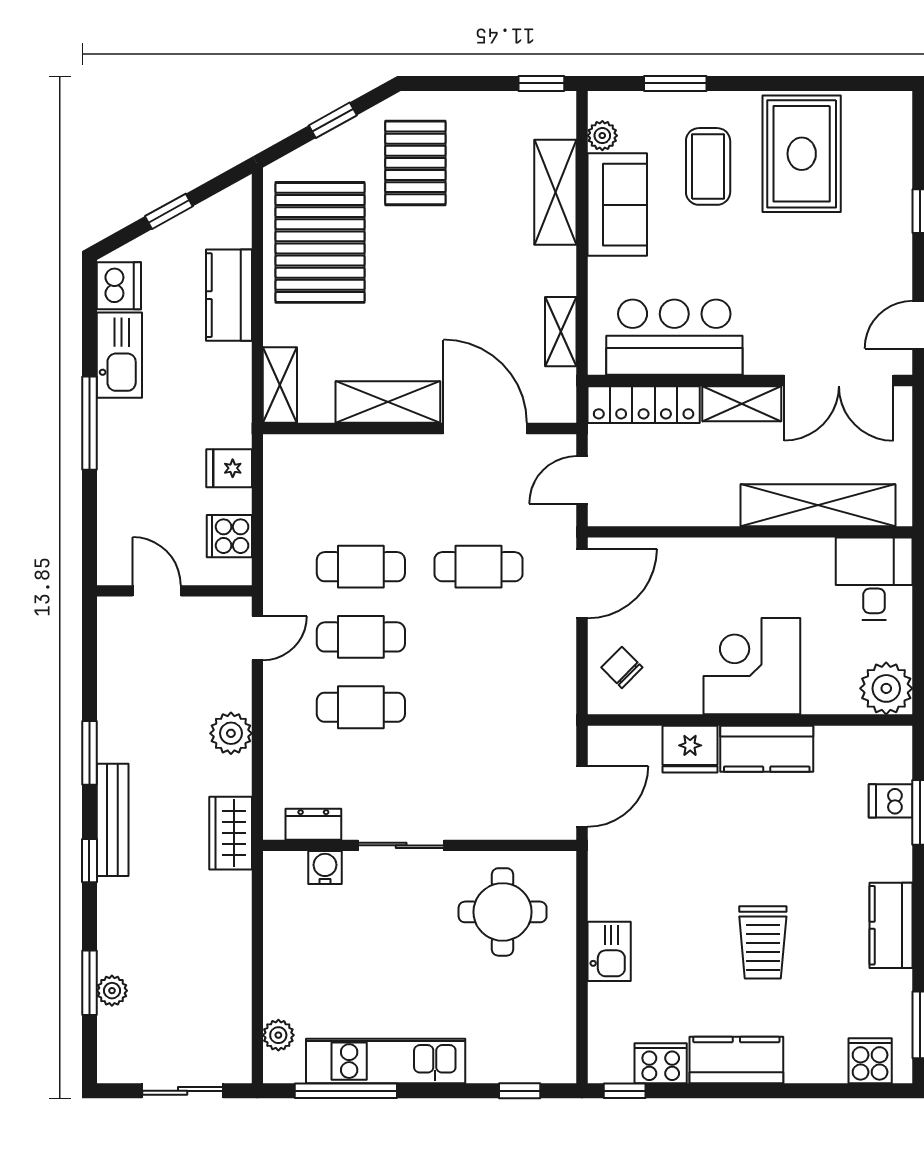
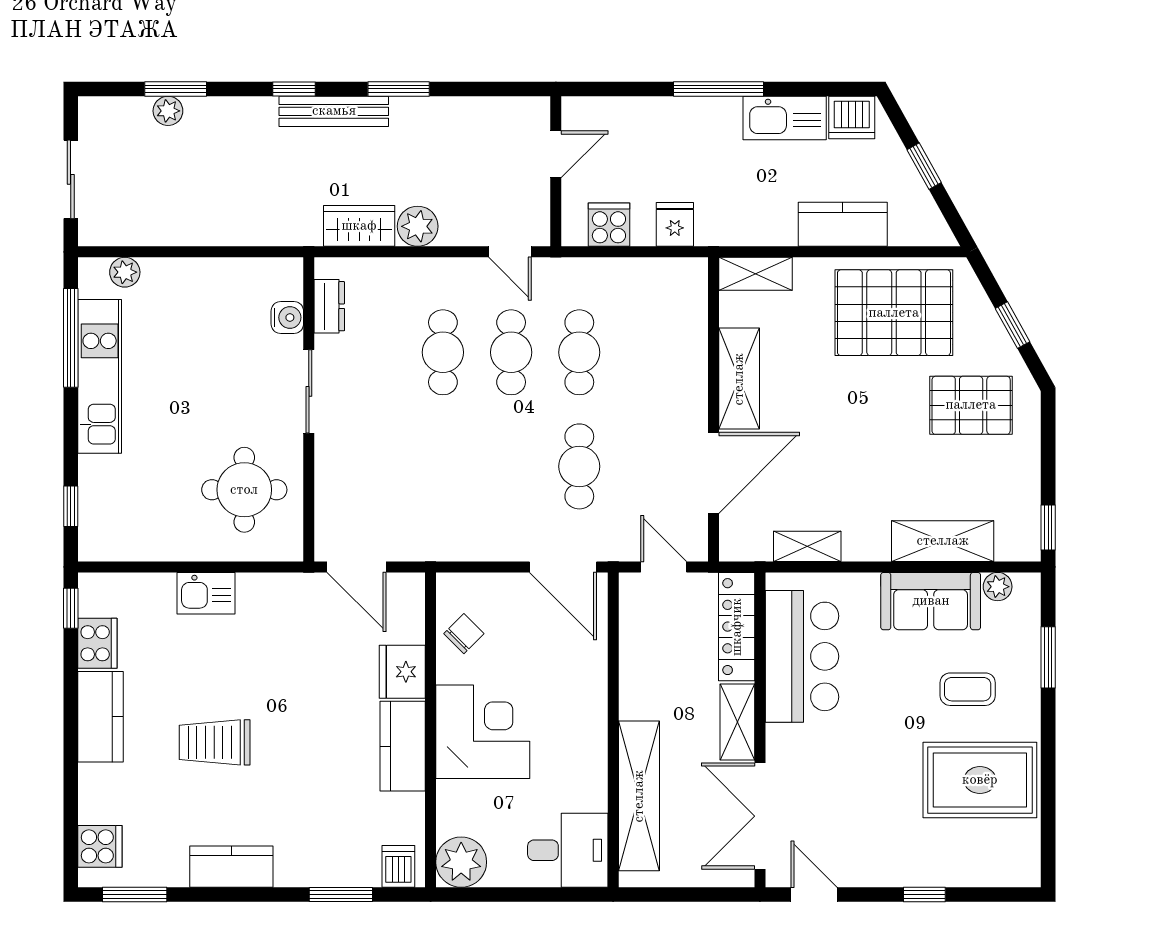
coffee table: (708, 166) -> (968, 689), width x0.73, depth x0.77
chair: (622, 667) -> (464, 634), moved
dishwasher: (891, 801) -> (398, 866), moved
wardrobe: (231, 833) -> (359, 226), moved

